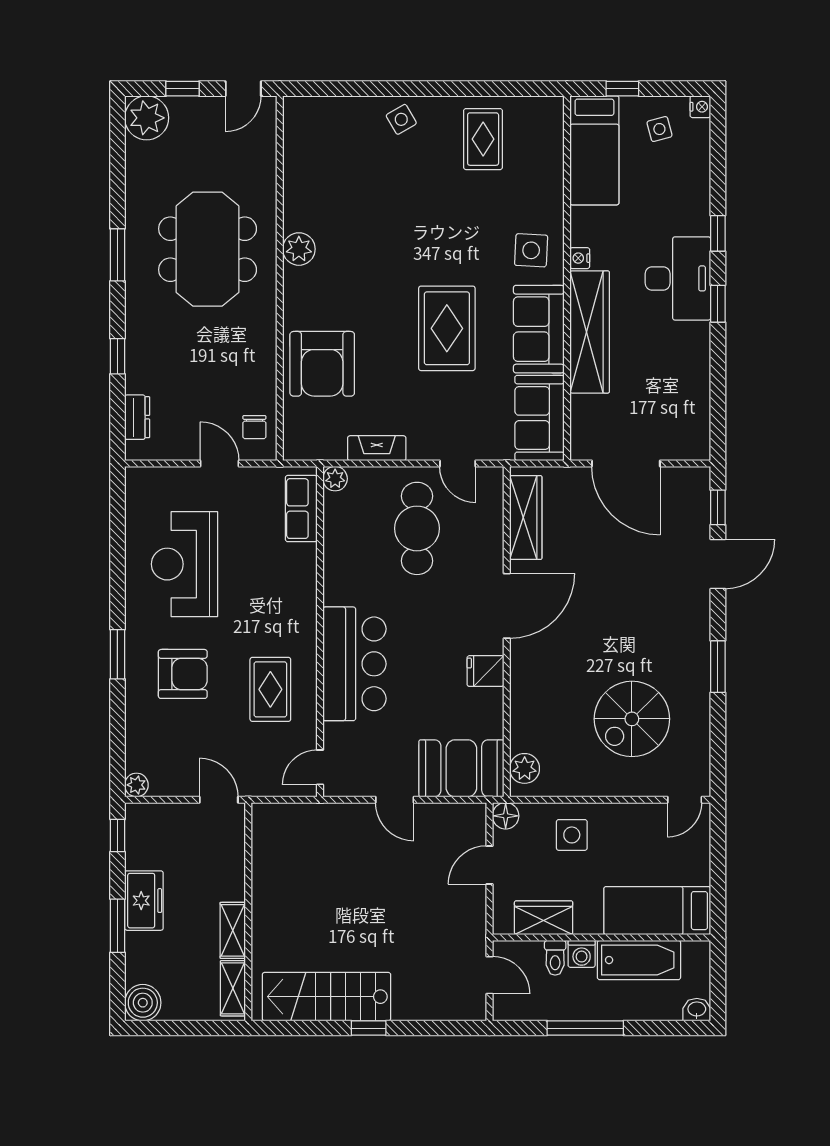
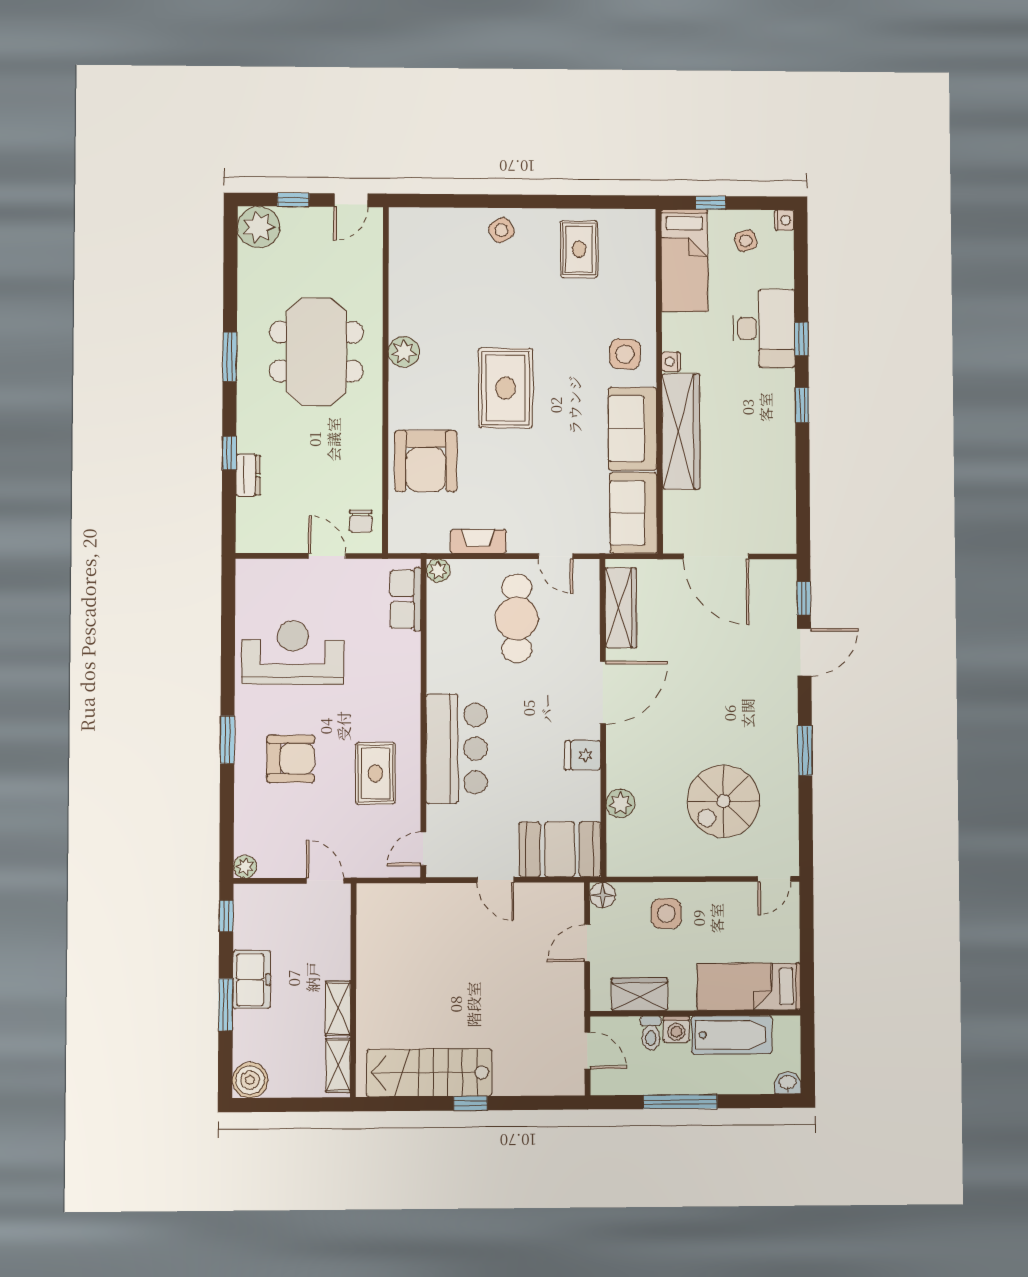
desk: (678, 278) -> (764, 328), moved
rug: (447, 328) -> (505, 388), moved
dresser: (137, 417) -> (248, 475), moved
reception desk: (184, 564) -> (293, 653), turned 90
plant: (525, 768) -> (620, 803), moved

